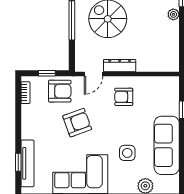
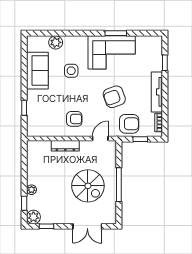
dresser: (120, 66) -> (65, 146), moved
armchair: (60, 91) -> (129, 124), turned 180
sofa: (167, 145) -> (37, 71), width x0.73
tv unit: (27, 163) -> (157, 92), moved

